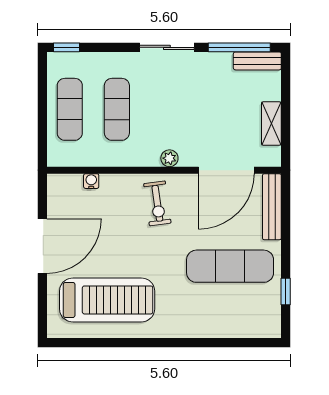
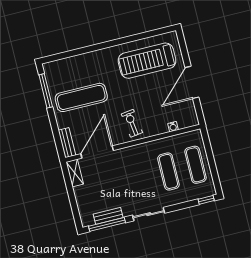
bench: (257, 61) -> (108, 216), moved
shelving: (271, 123) -> (75, 173), moved
plant: (169, 158) -> (131, 151), removed
bench: (272, 207) -> (67, 143), width x0.73
window: (286, 291) -> (46, 91), width x2.17

